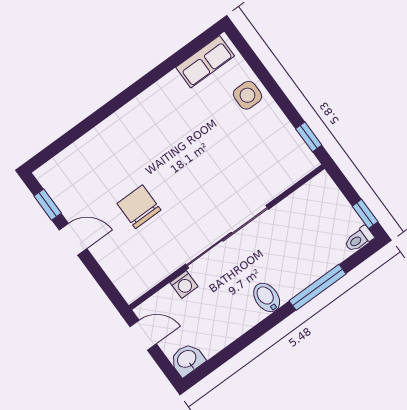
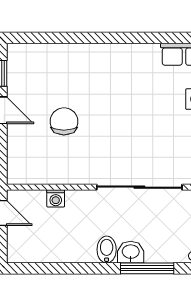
sliding door: (227, 237) -> (139, 187), moved
washbasin: (187, 359) -> (131, 252), moved

